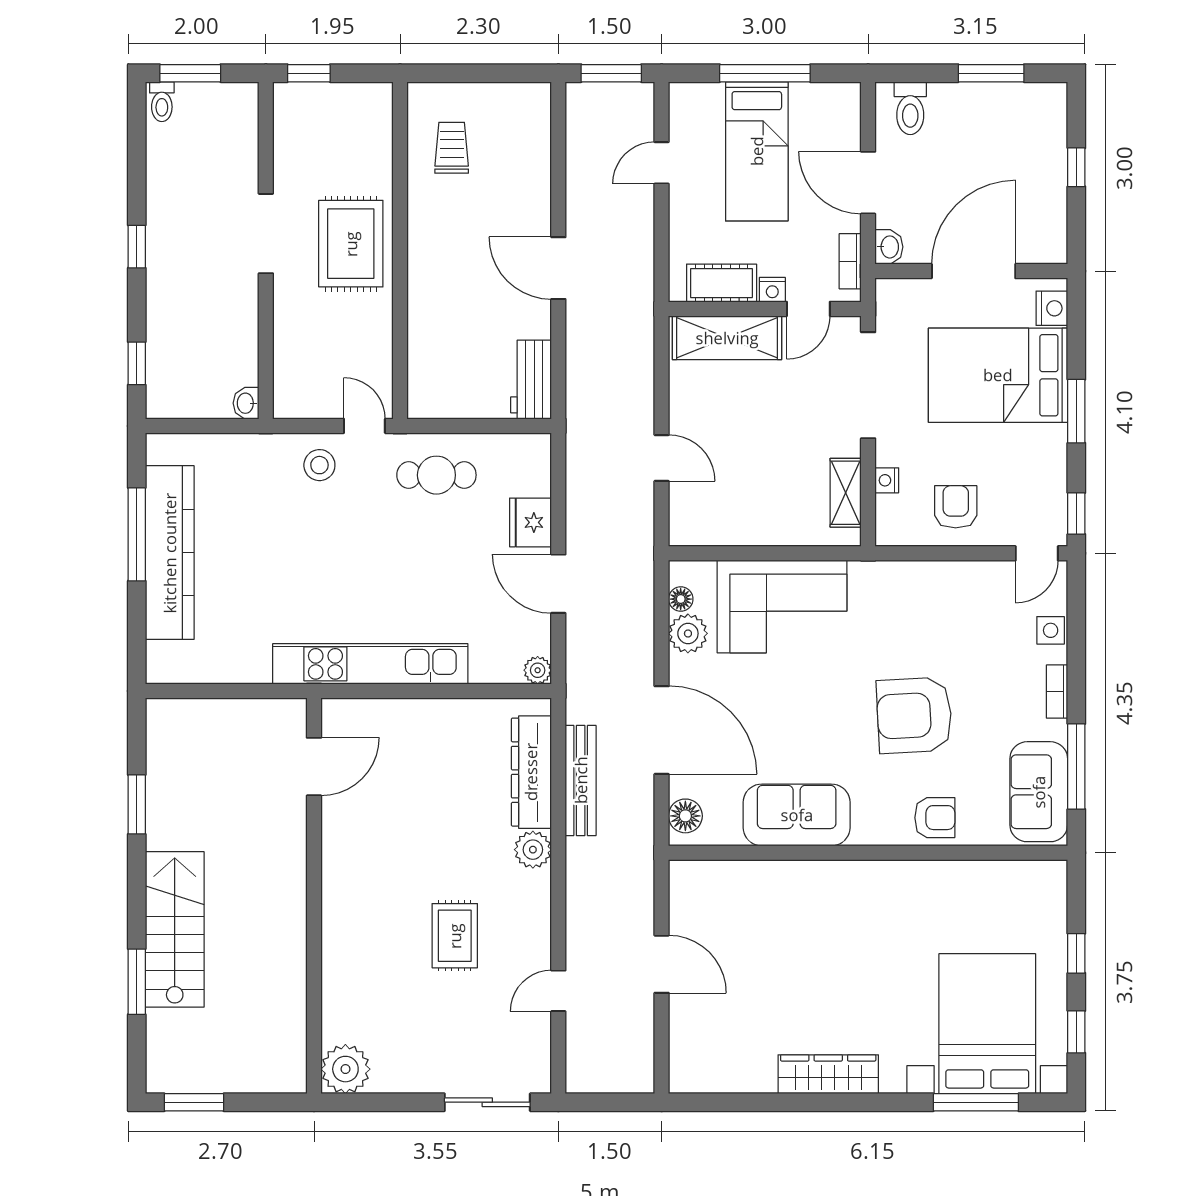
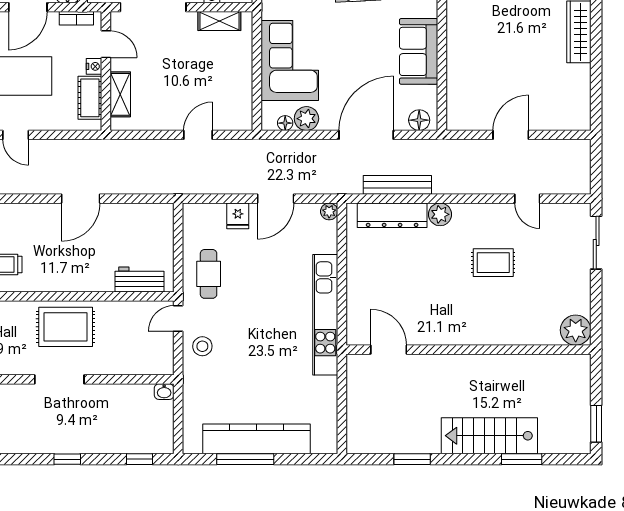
shelving: (727, 338) -> (120, 94), width x0.67, depth x0.75
workbench: (531, 380) -> (139, 280), moved, turned 180
fridge: (530, 522) -> (238, 216), width x0.72

